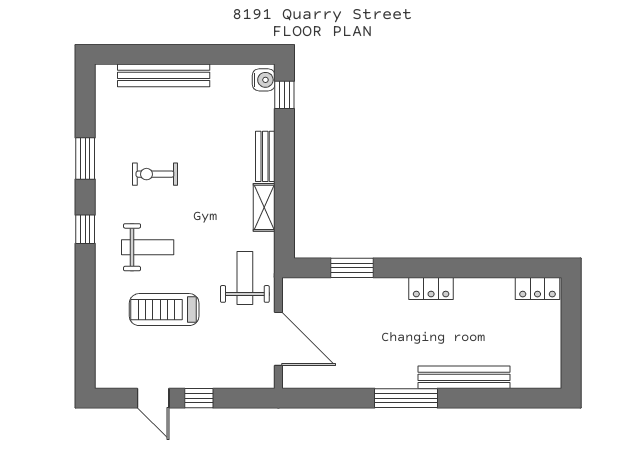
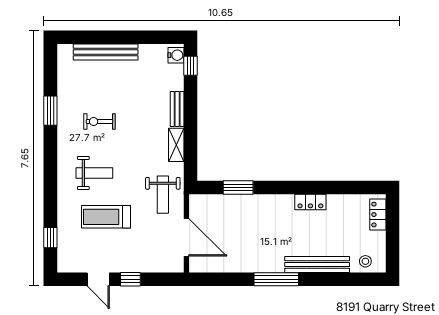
window: (85, 229) -> (50, 238), moved
weight bench: (245, 278) -> (163, 195), turned 180
locker: (431, 288) -> (310, 202), moved
locker: (538, 288) -> (378, 215), moved, turned 90
stool: (533, 373) -> (365, 261), added

